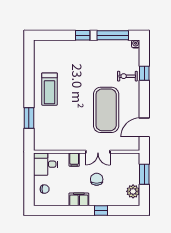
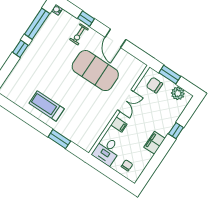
treadmill: (49, 89) -> (47, 106), turned 180
door: (144, 127) -> (116, 38), moved
chair: (97, 179) -> (154, 85), moved

